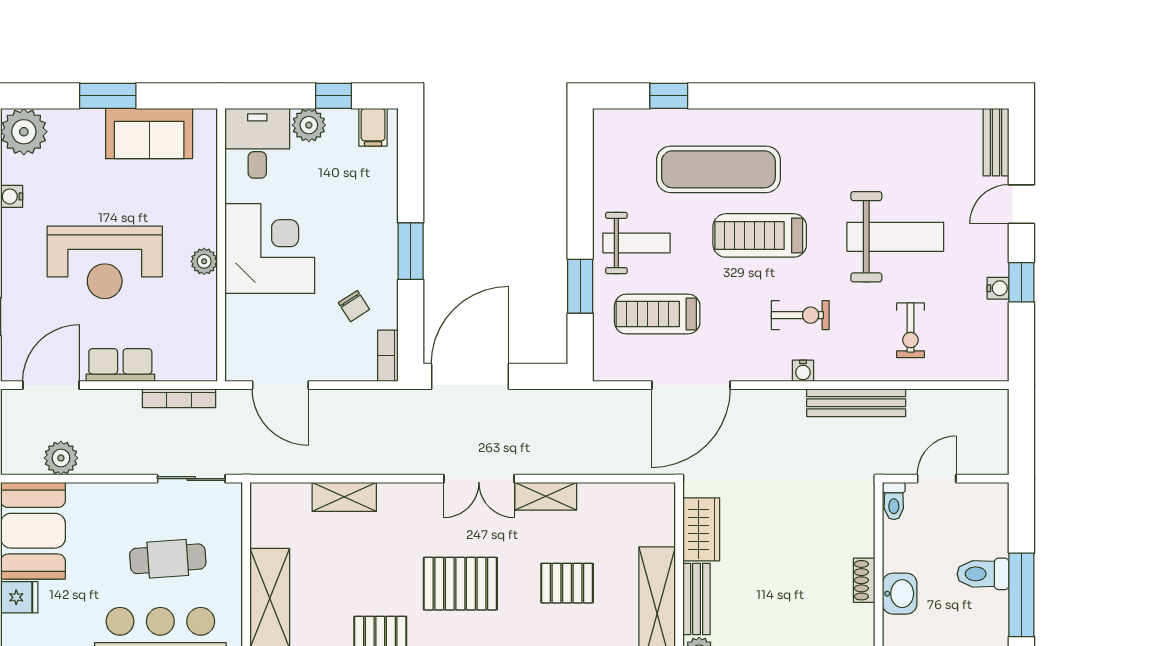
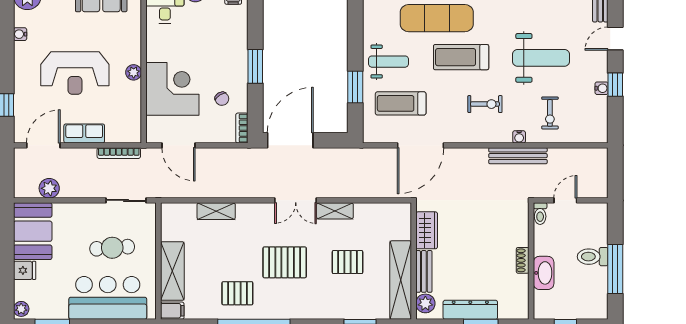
corner desk: (270, 248) -> (172, 89), moved
water cooler: (803, 371) -> (519, 137), moved
washbasin: (900, 594) -> (544, 273), width x1.38

